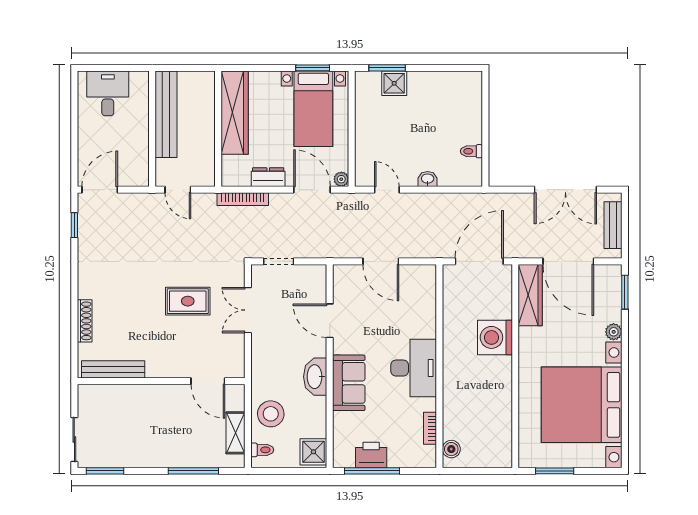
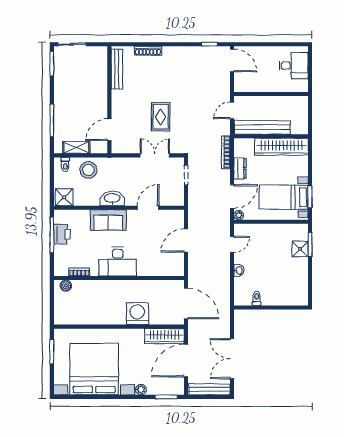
bench: (166, 114) -> (262, 127), moved
bench: (613, 225) -> (209, 389), width x1.36

